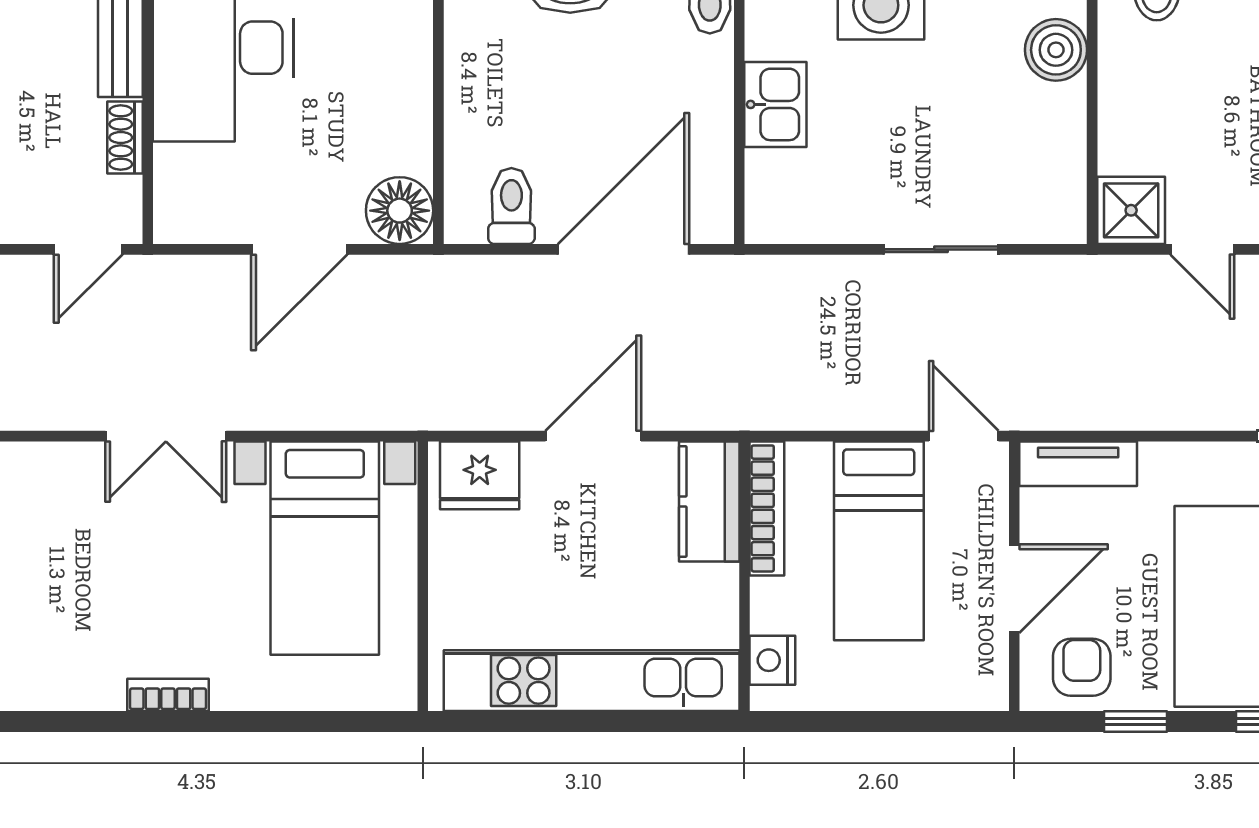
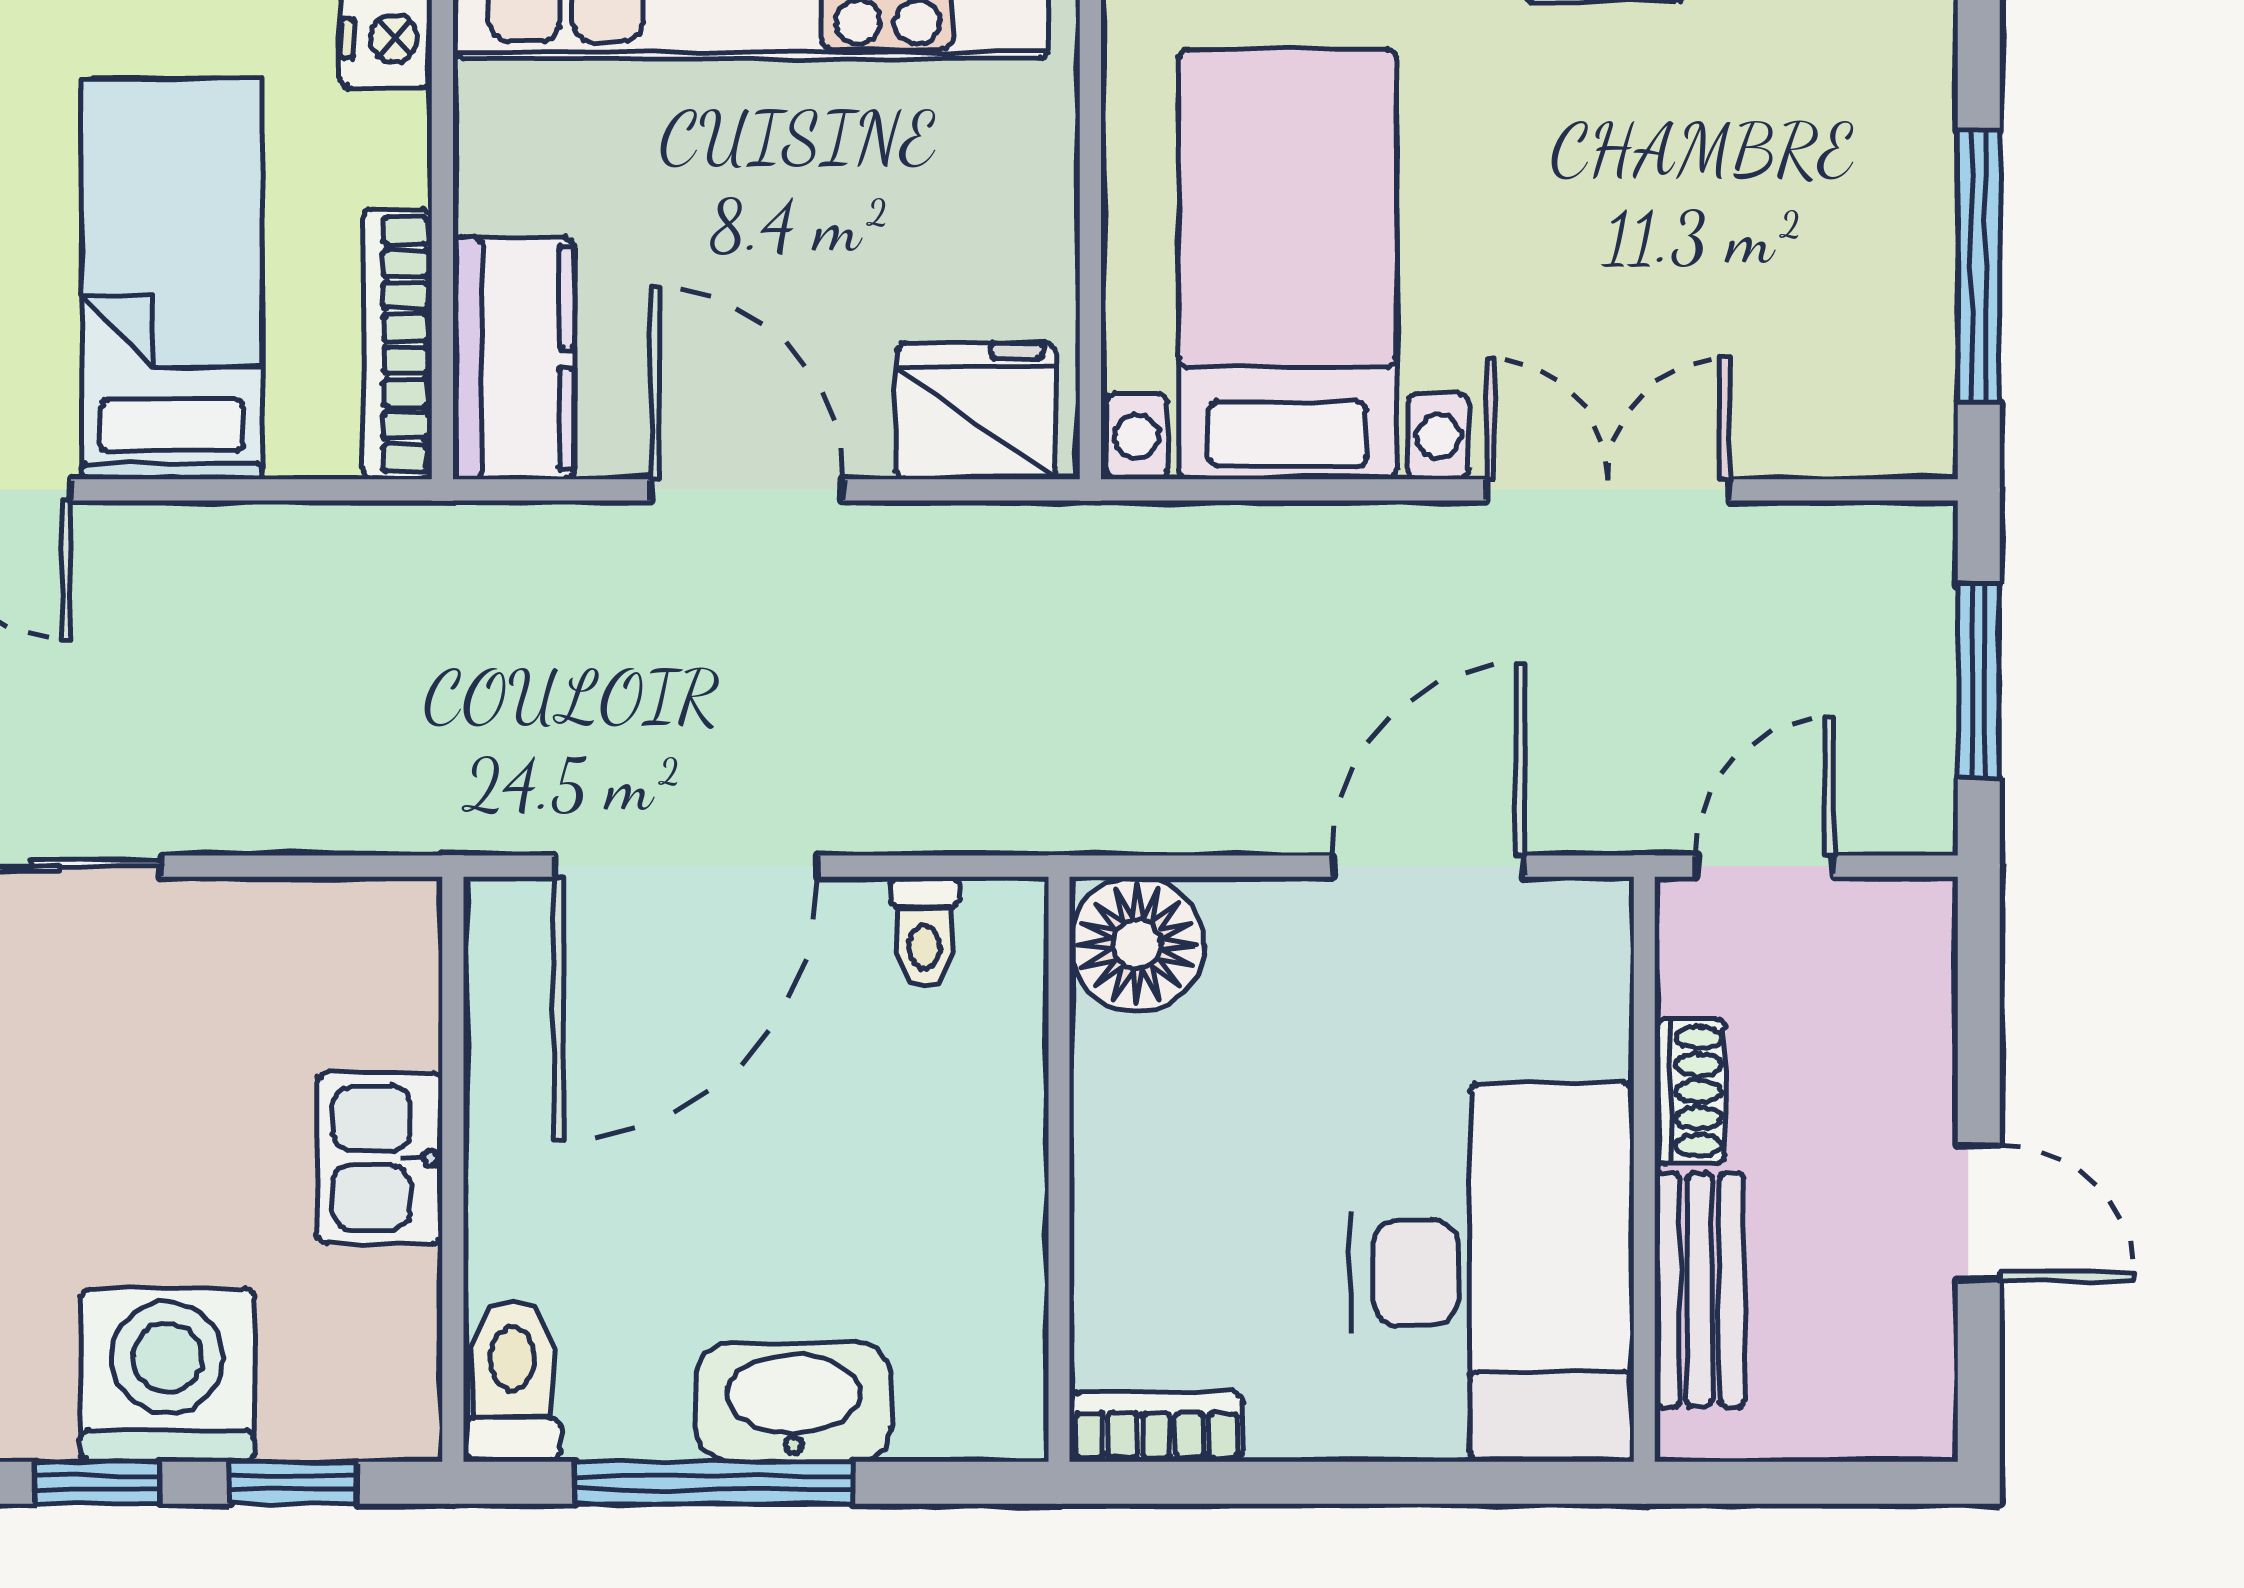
toilet: (511, 206) -> (924, 932), width x0.73, depth x0.72
door: (299, 249) -> (1428, 866), moved
door: (593, 436) -> (747, 490), swing flipped

